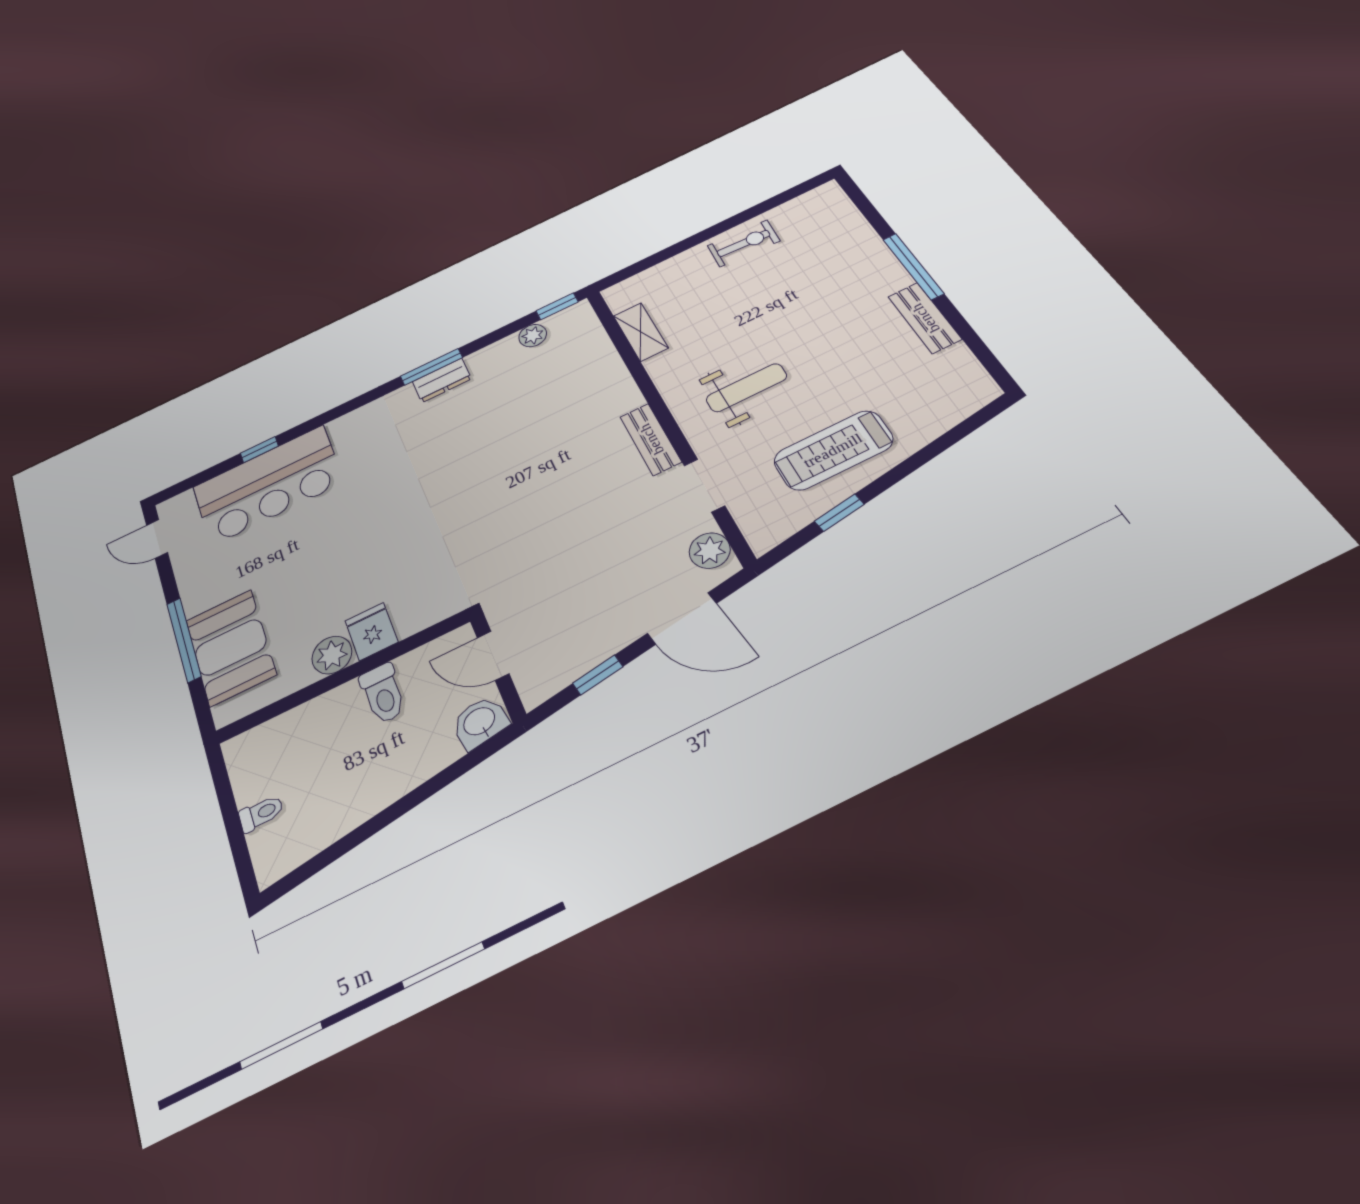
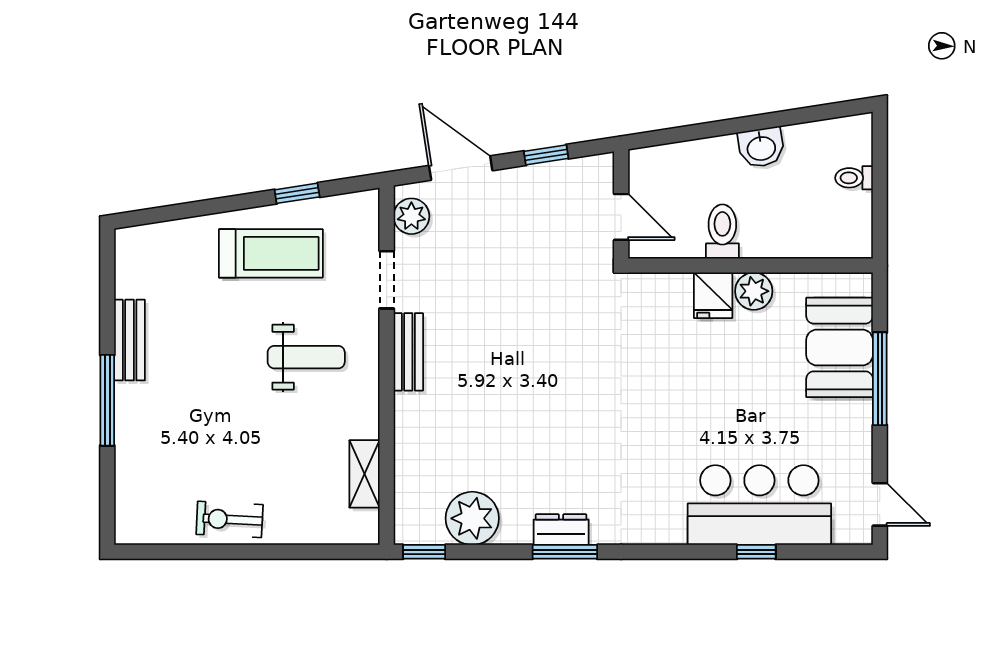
plant: (533, 336) -> (472, 518), width x1.88, depth x1.88
weight bench: (746, 388) -> (306, 357), turned 180
washbasin: (480, 722) -> (761, 147), moved

